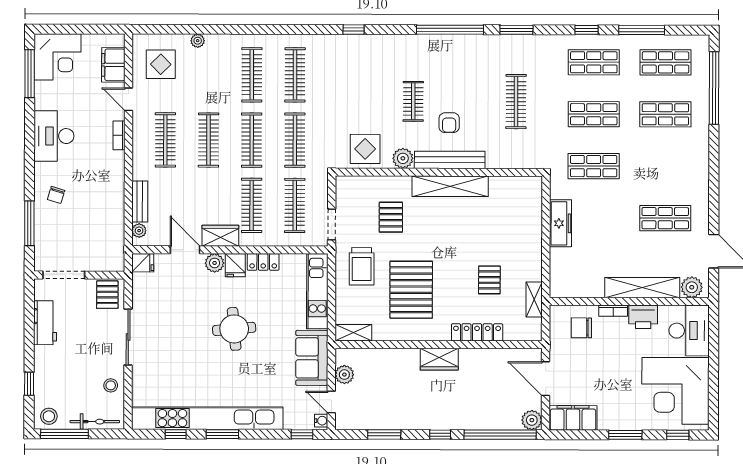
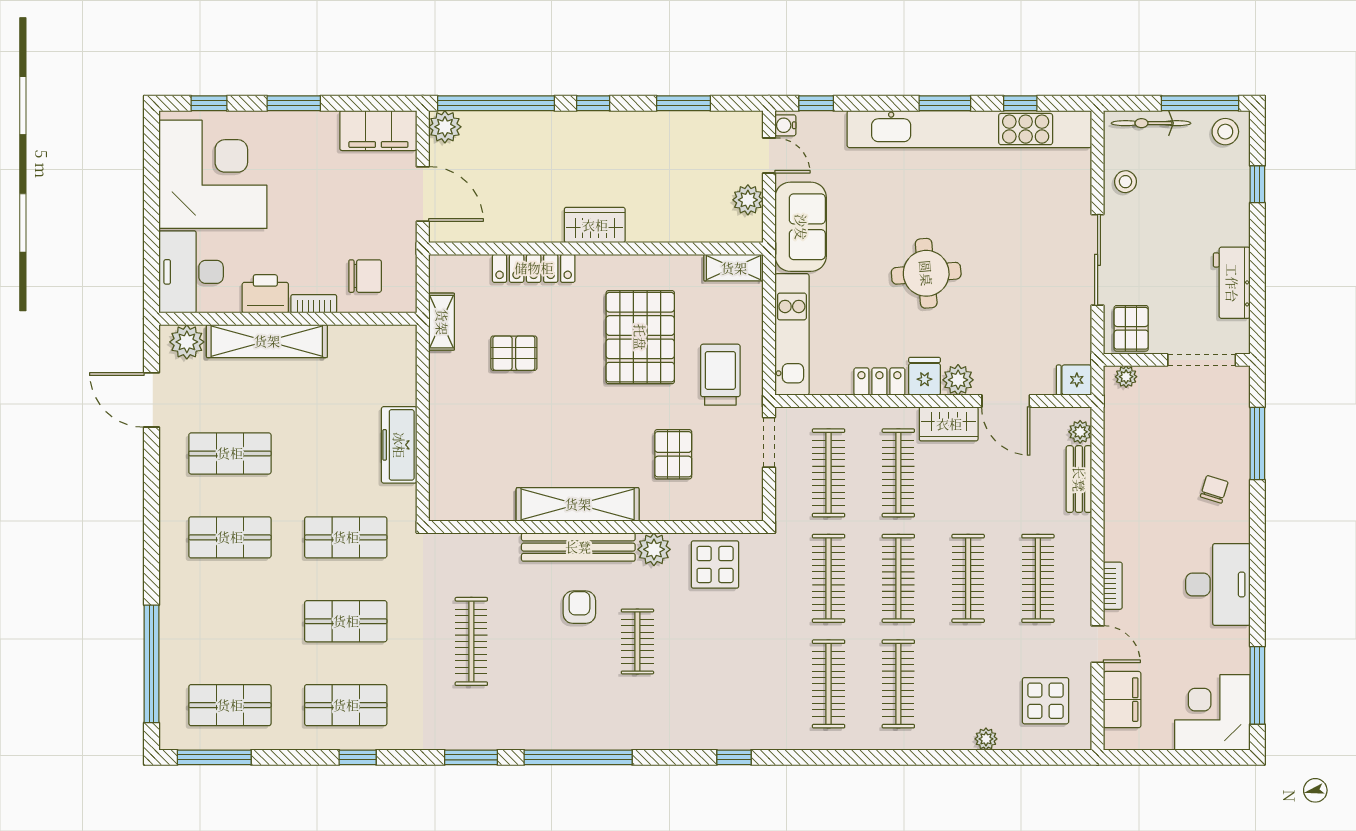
window: (642, 30) -> (214, 757), moved
shop shelf: (665, 114) -> (230, 537), moved
plant: (111, 265) -> (1126, 377), added
pallet: (489, 280) -> (514, 353), turned 90

